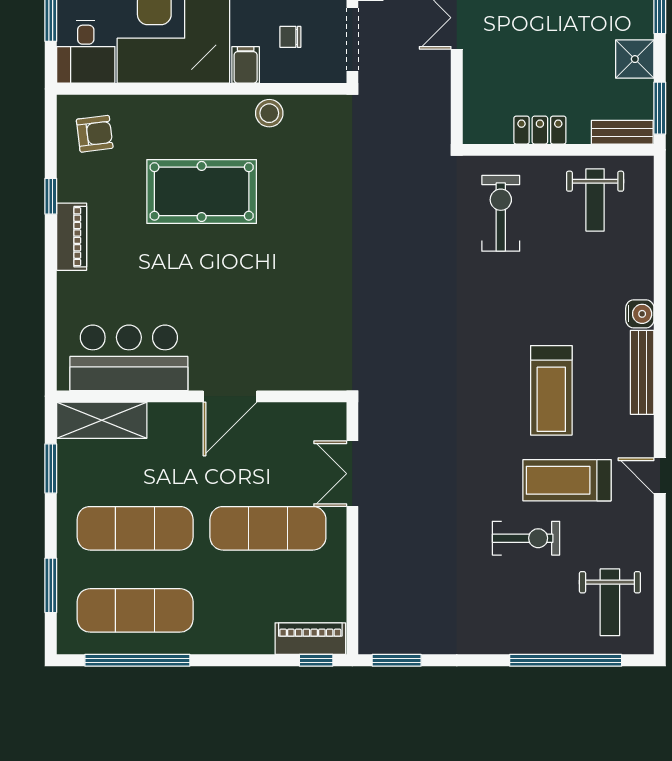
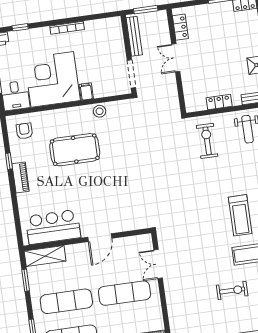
chair: (290, 37) -> (104, 77), removed
armchair: (95, 134) -> (24, 131), turned -83
exercise bike: (526, 538) -> (232, 290), moved

